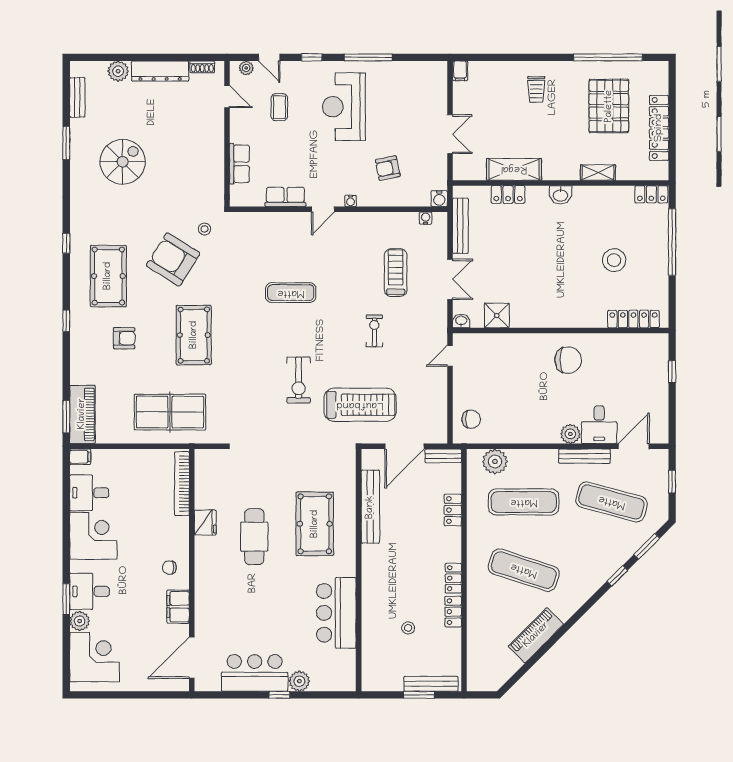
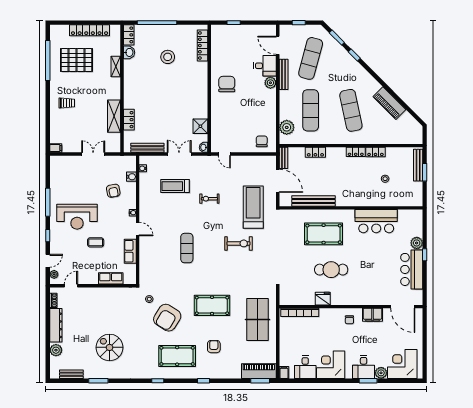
coffee table: (279, 107) -> (96, 242), moved
washbasin: (560, 195) -> (129, 52), moved
water cooler: (439, 199) -> (131, 177), moved
exercise mat: (524, 570) -> (351, 110), turned -30

